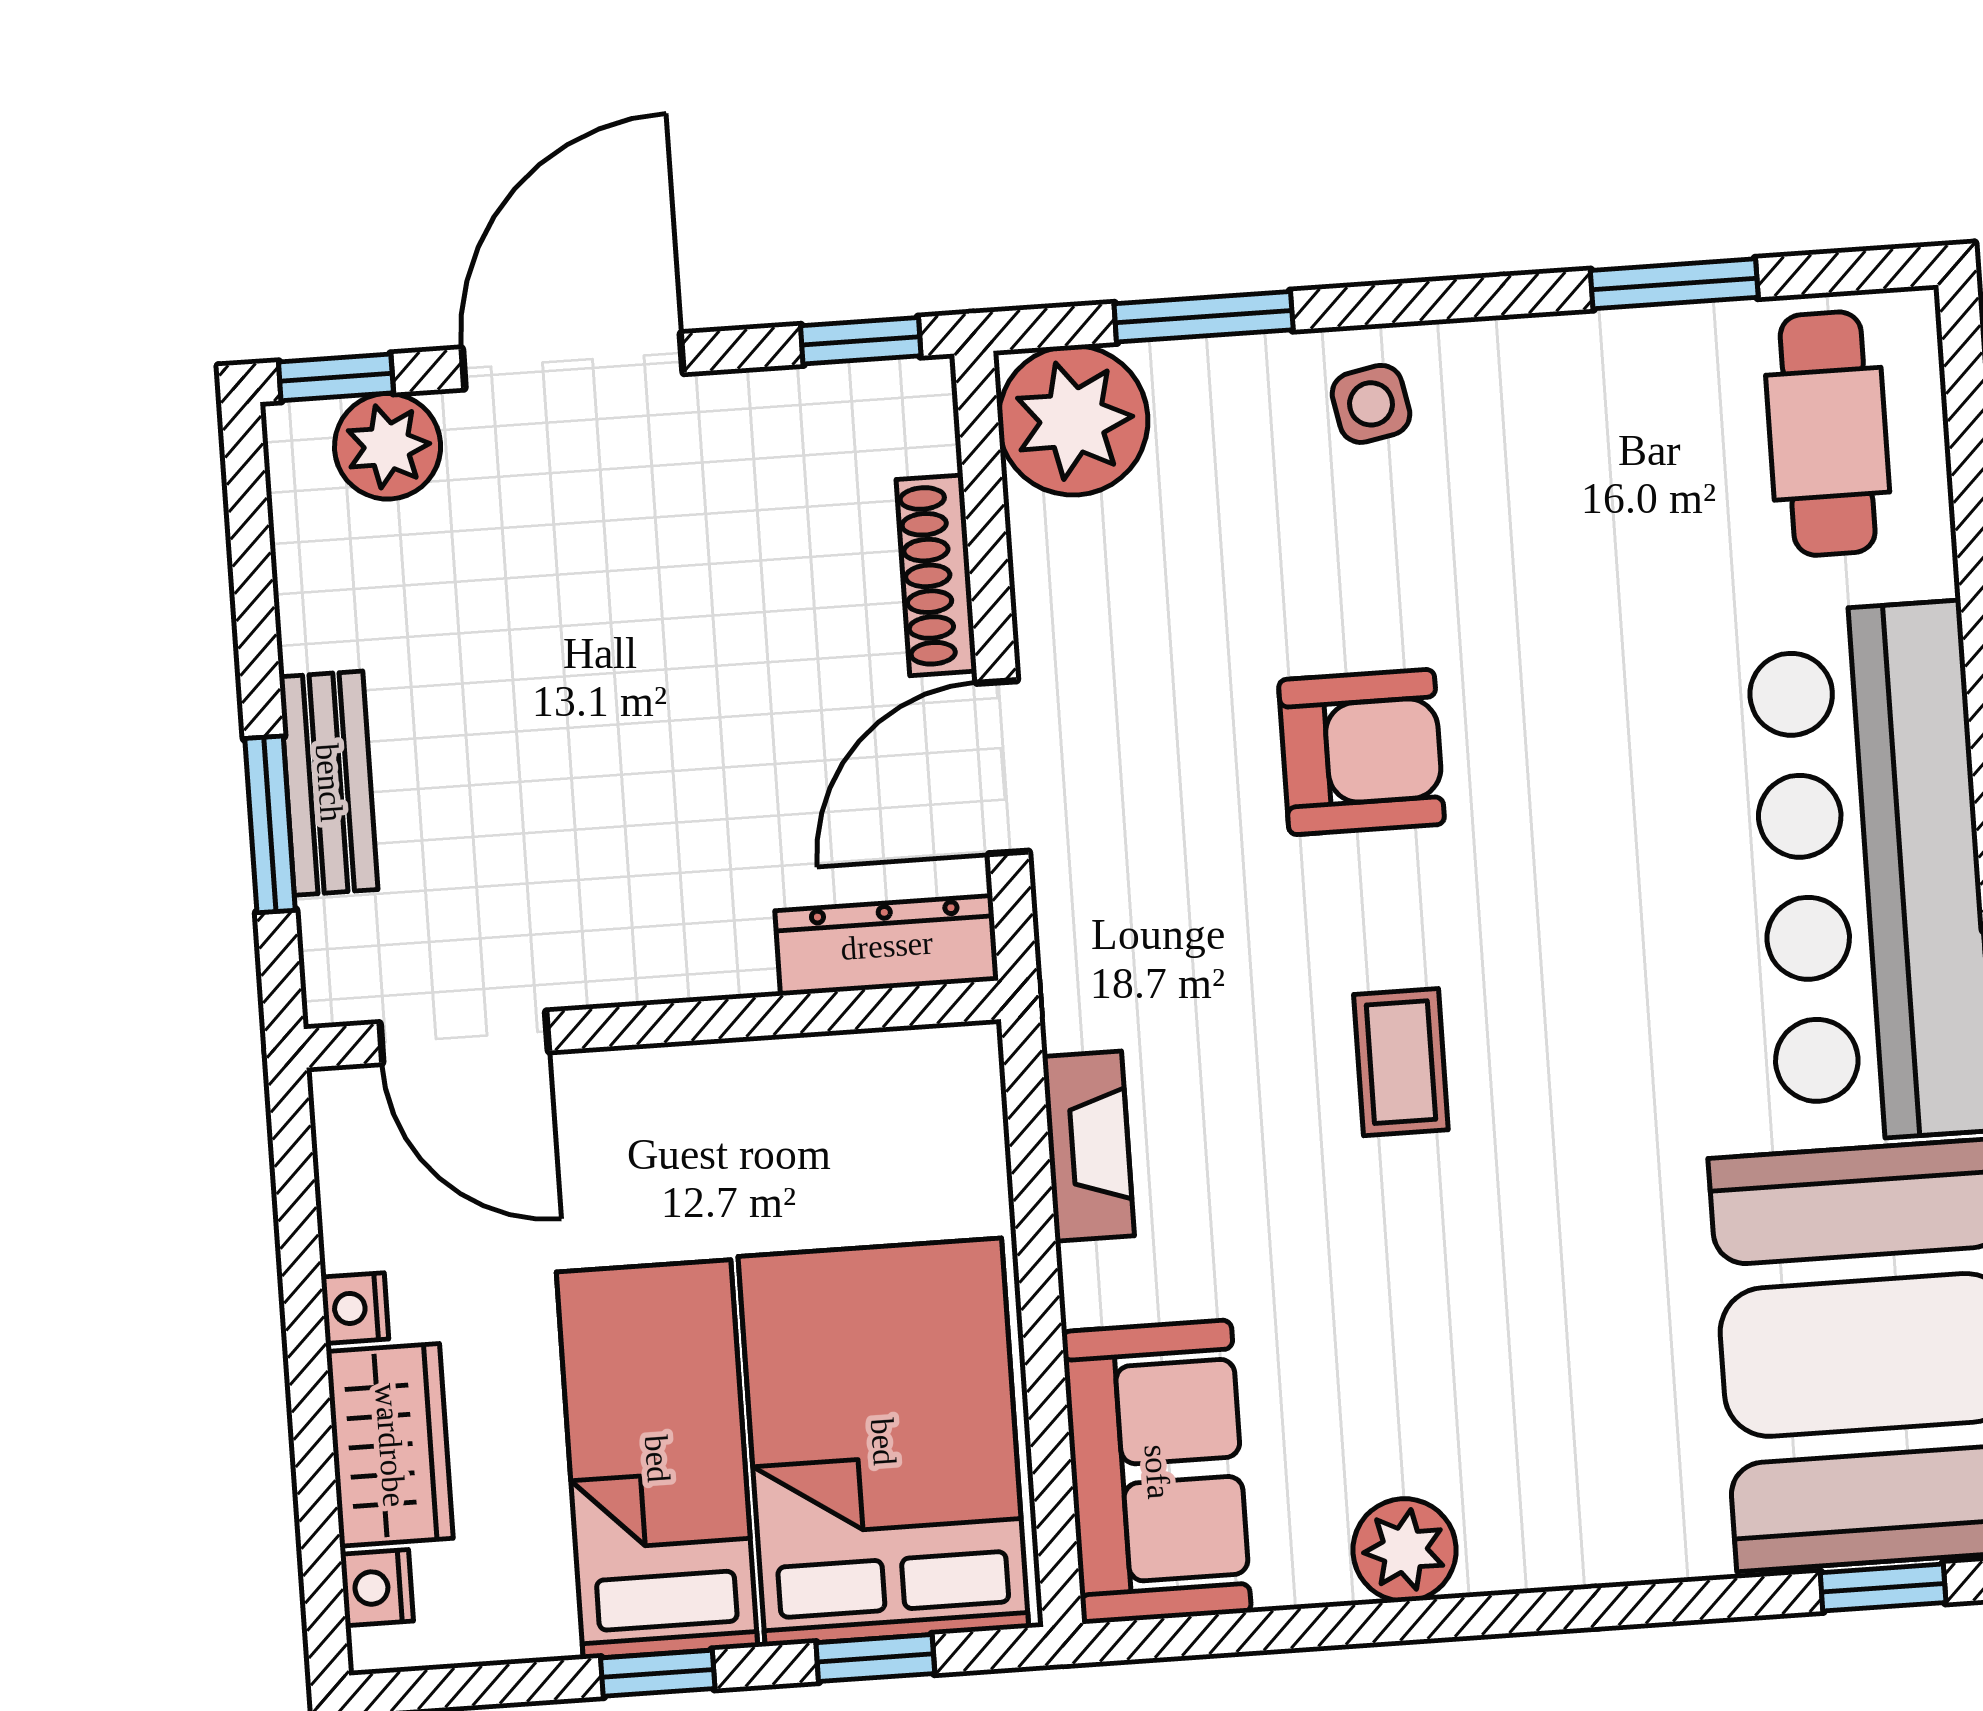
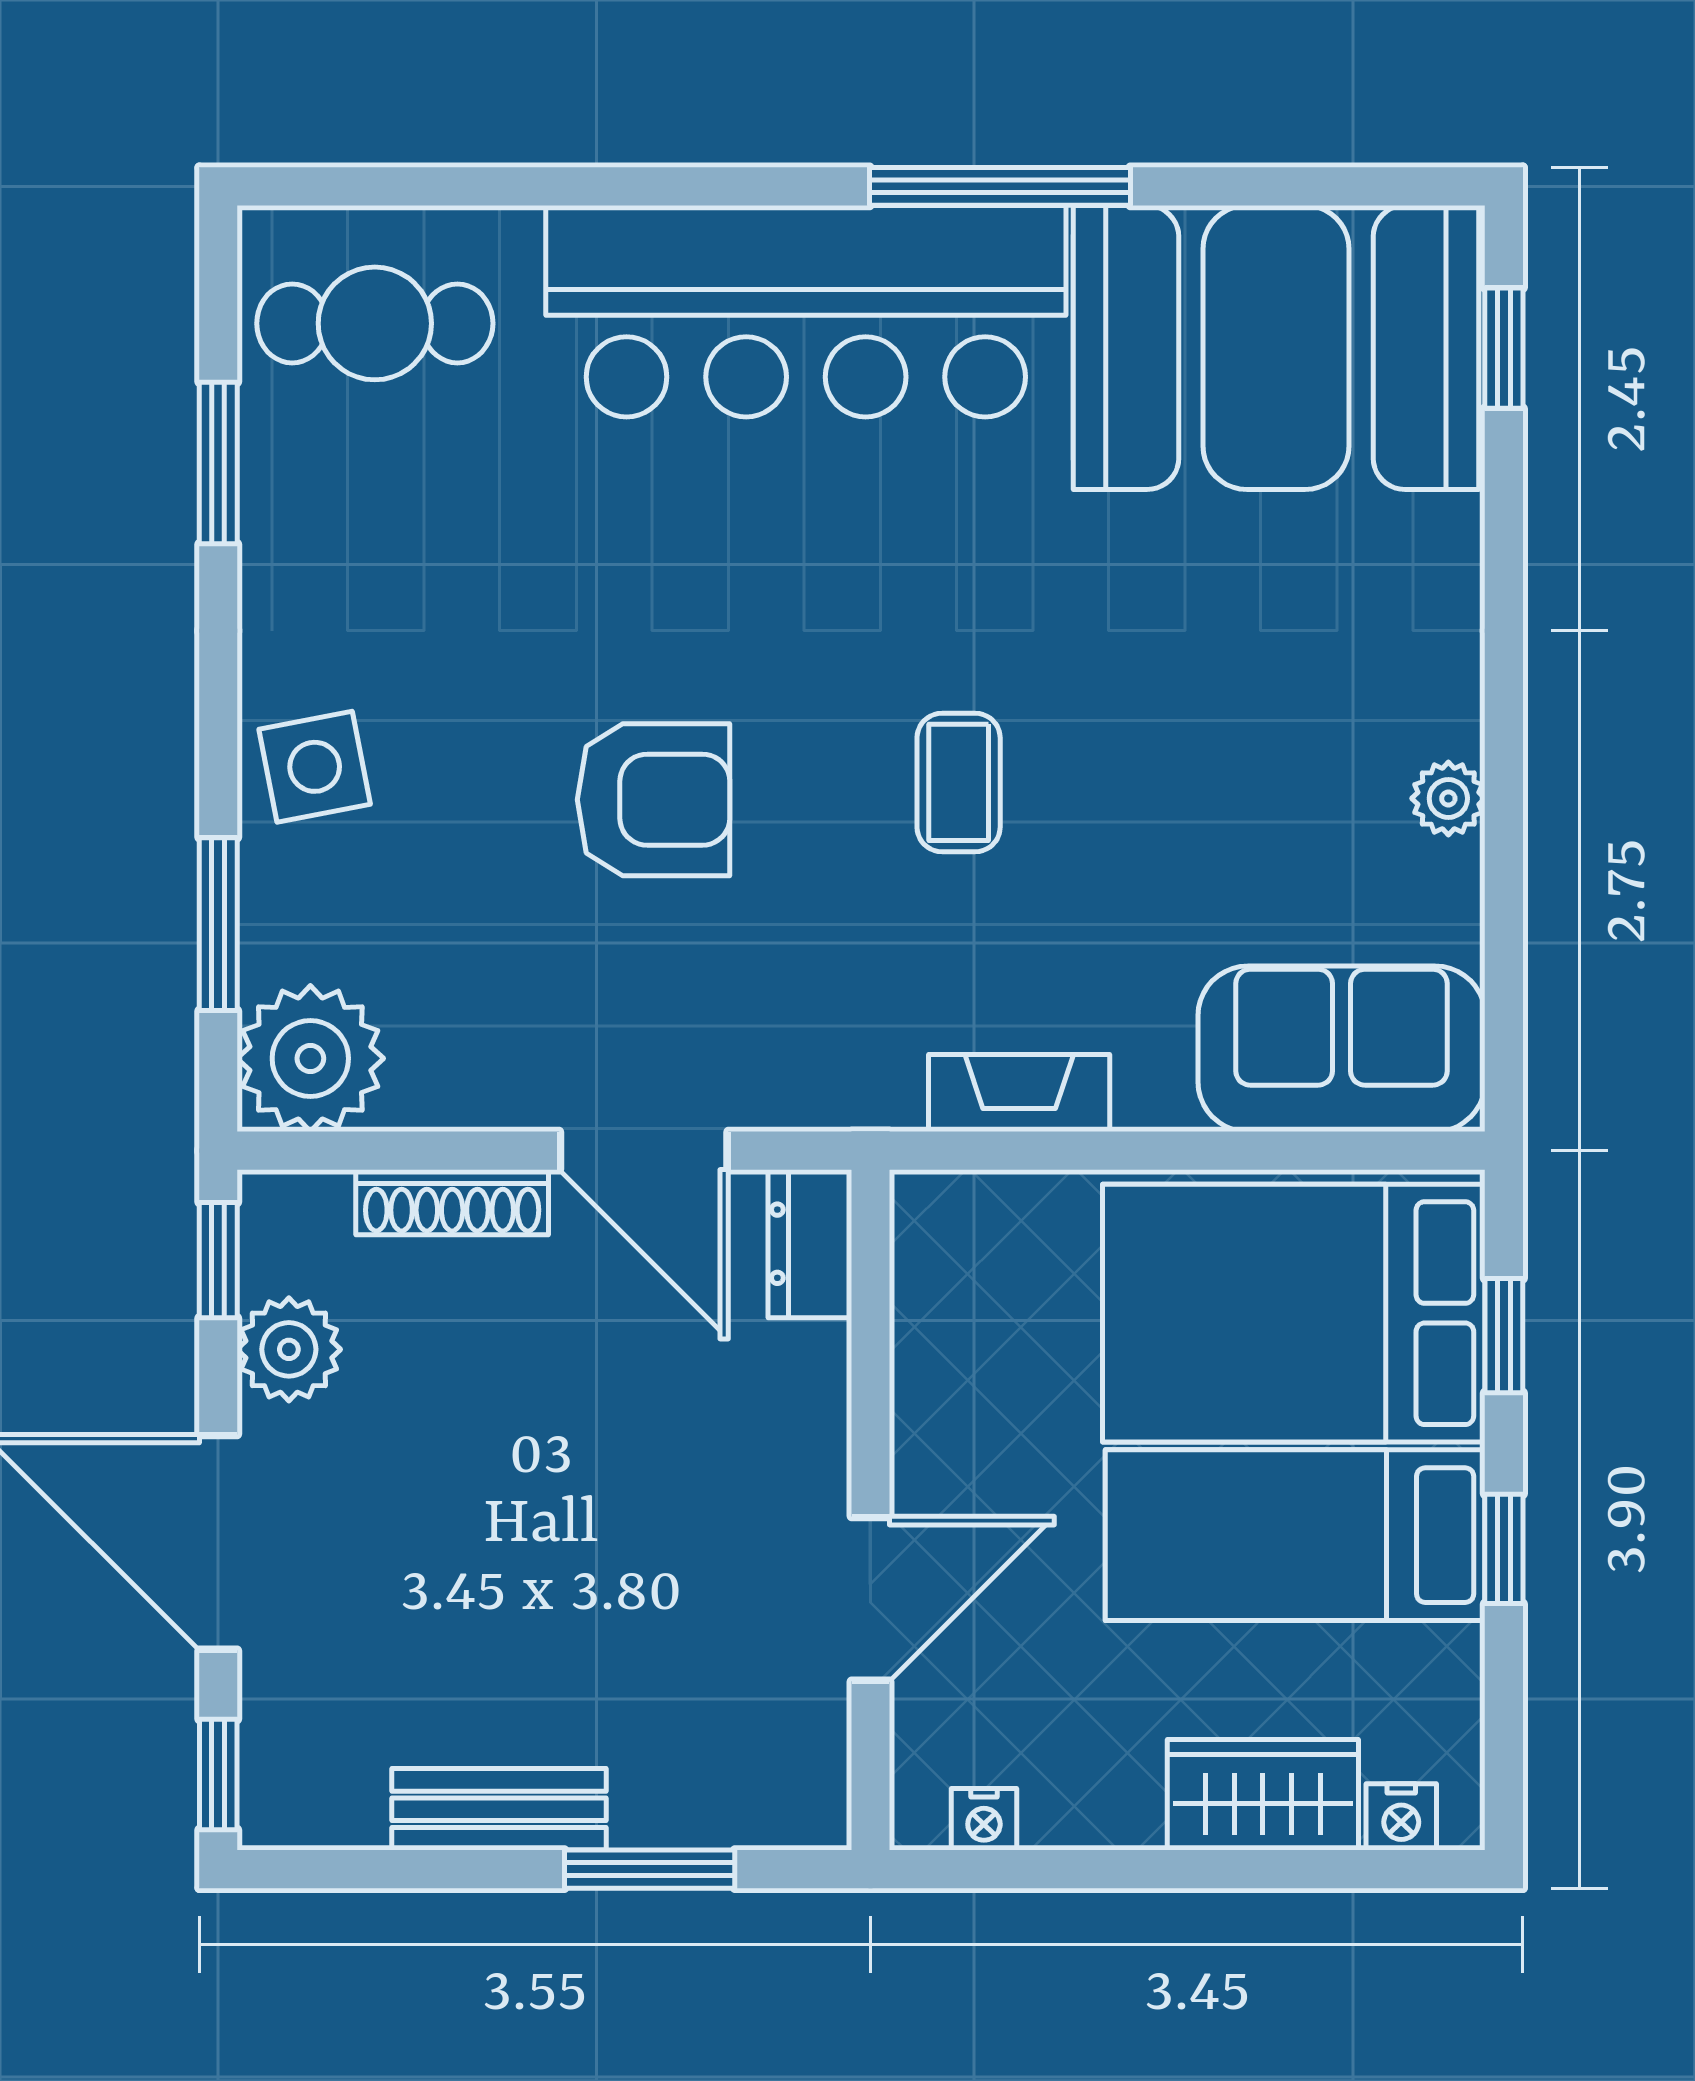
side table: (1371, 404) -> (315, 767), width x1.37, depth x1.37
plant: (388, 446) -> (289, 1349), moved
armchair: (1362, 752) -> (653, 800), turned 90
bench: (329, 783) -> (499, 1809), moved
dresser: (887, 946) -> (810, 1244), width x0.70
door: (464, 1037) -> (870, 1599), moved
coffee table: (1401, 1062) -> (959, 782), turned 90
nightstand: (355, 1308) -> (984, 1819), moved
plant: (1405, 1550) -> (1448, 798), width x0.73, depth x0.73

